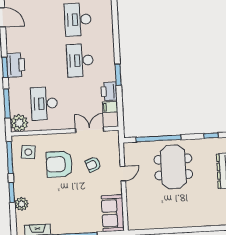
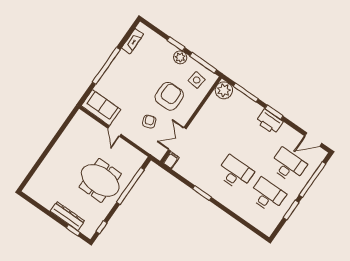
printer: (109, 91) -> (195, 176), removed
desk: (44, 103) -> (288, 165), moved
filing cabinet: (110, 107) -> (171, 160), moved
double door: (90, 130) -> (177, 139), swing flipped
door: (123, 174) -> (114, 131), moved
plant: (21, 204) -> (180, 57), moved

